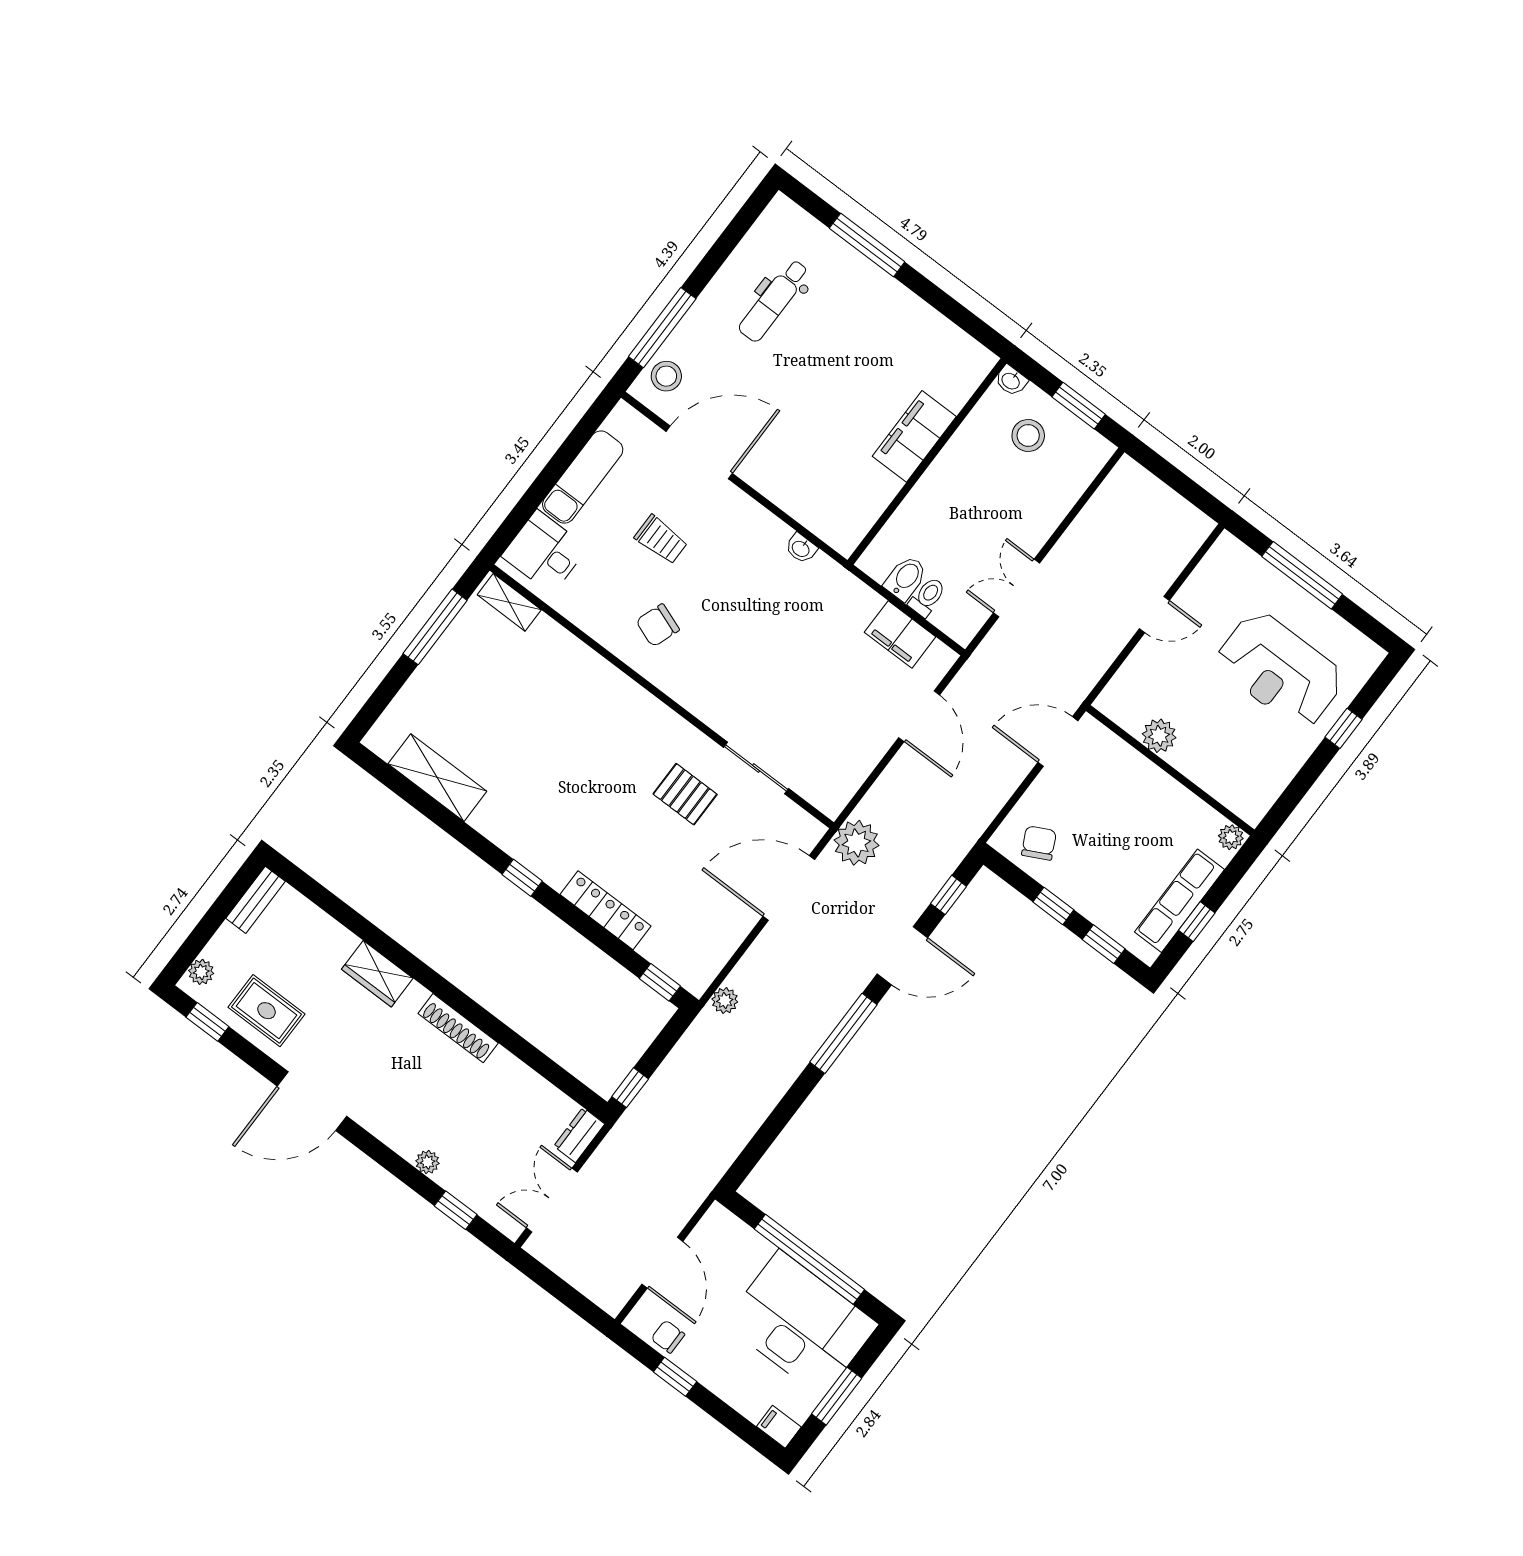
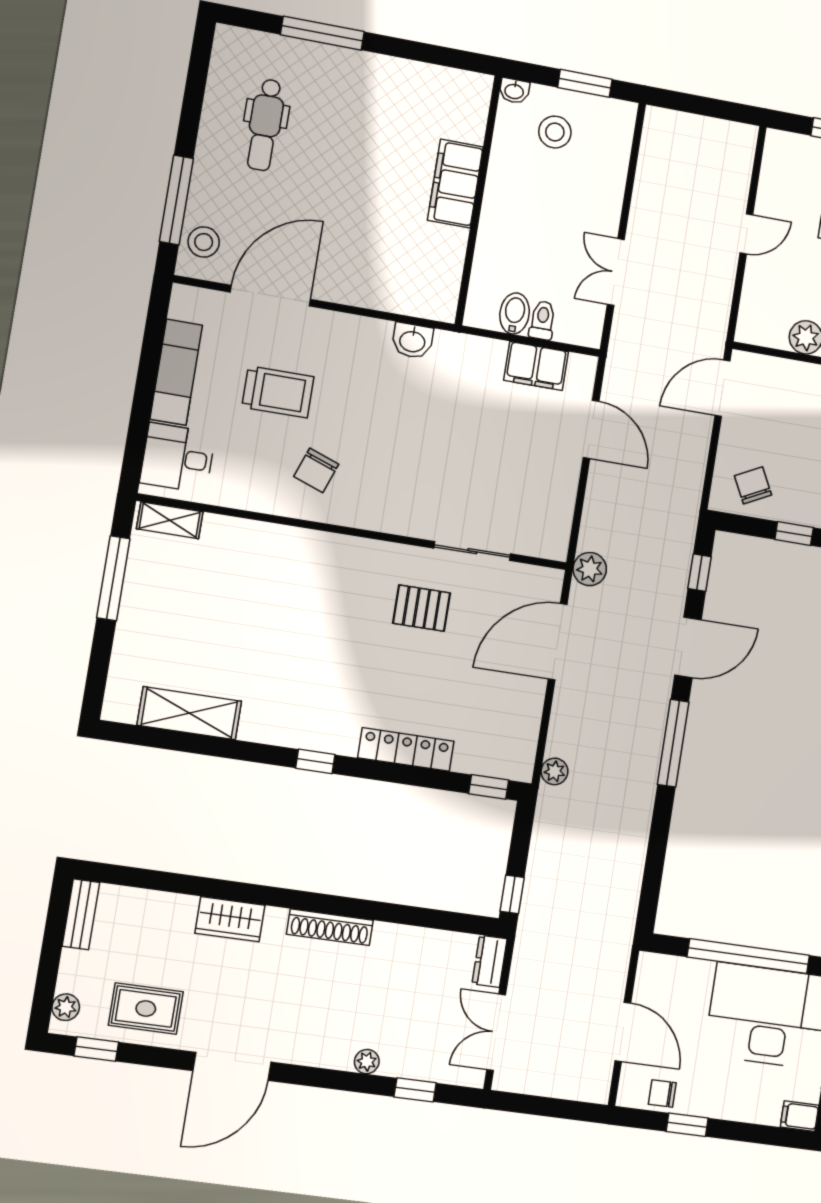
trolley: (661, 540) -> (278, 392), width x1.36, depth x1.39
washbasin: (801, 548) -> (412, 341), width x1.38, depth x1.45
plant: (856, 843) -> (590, 569), width x0.73, depth x0.73

